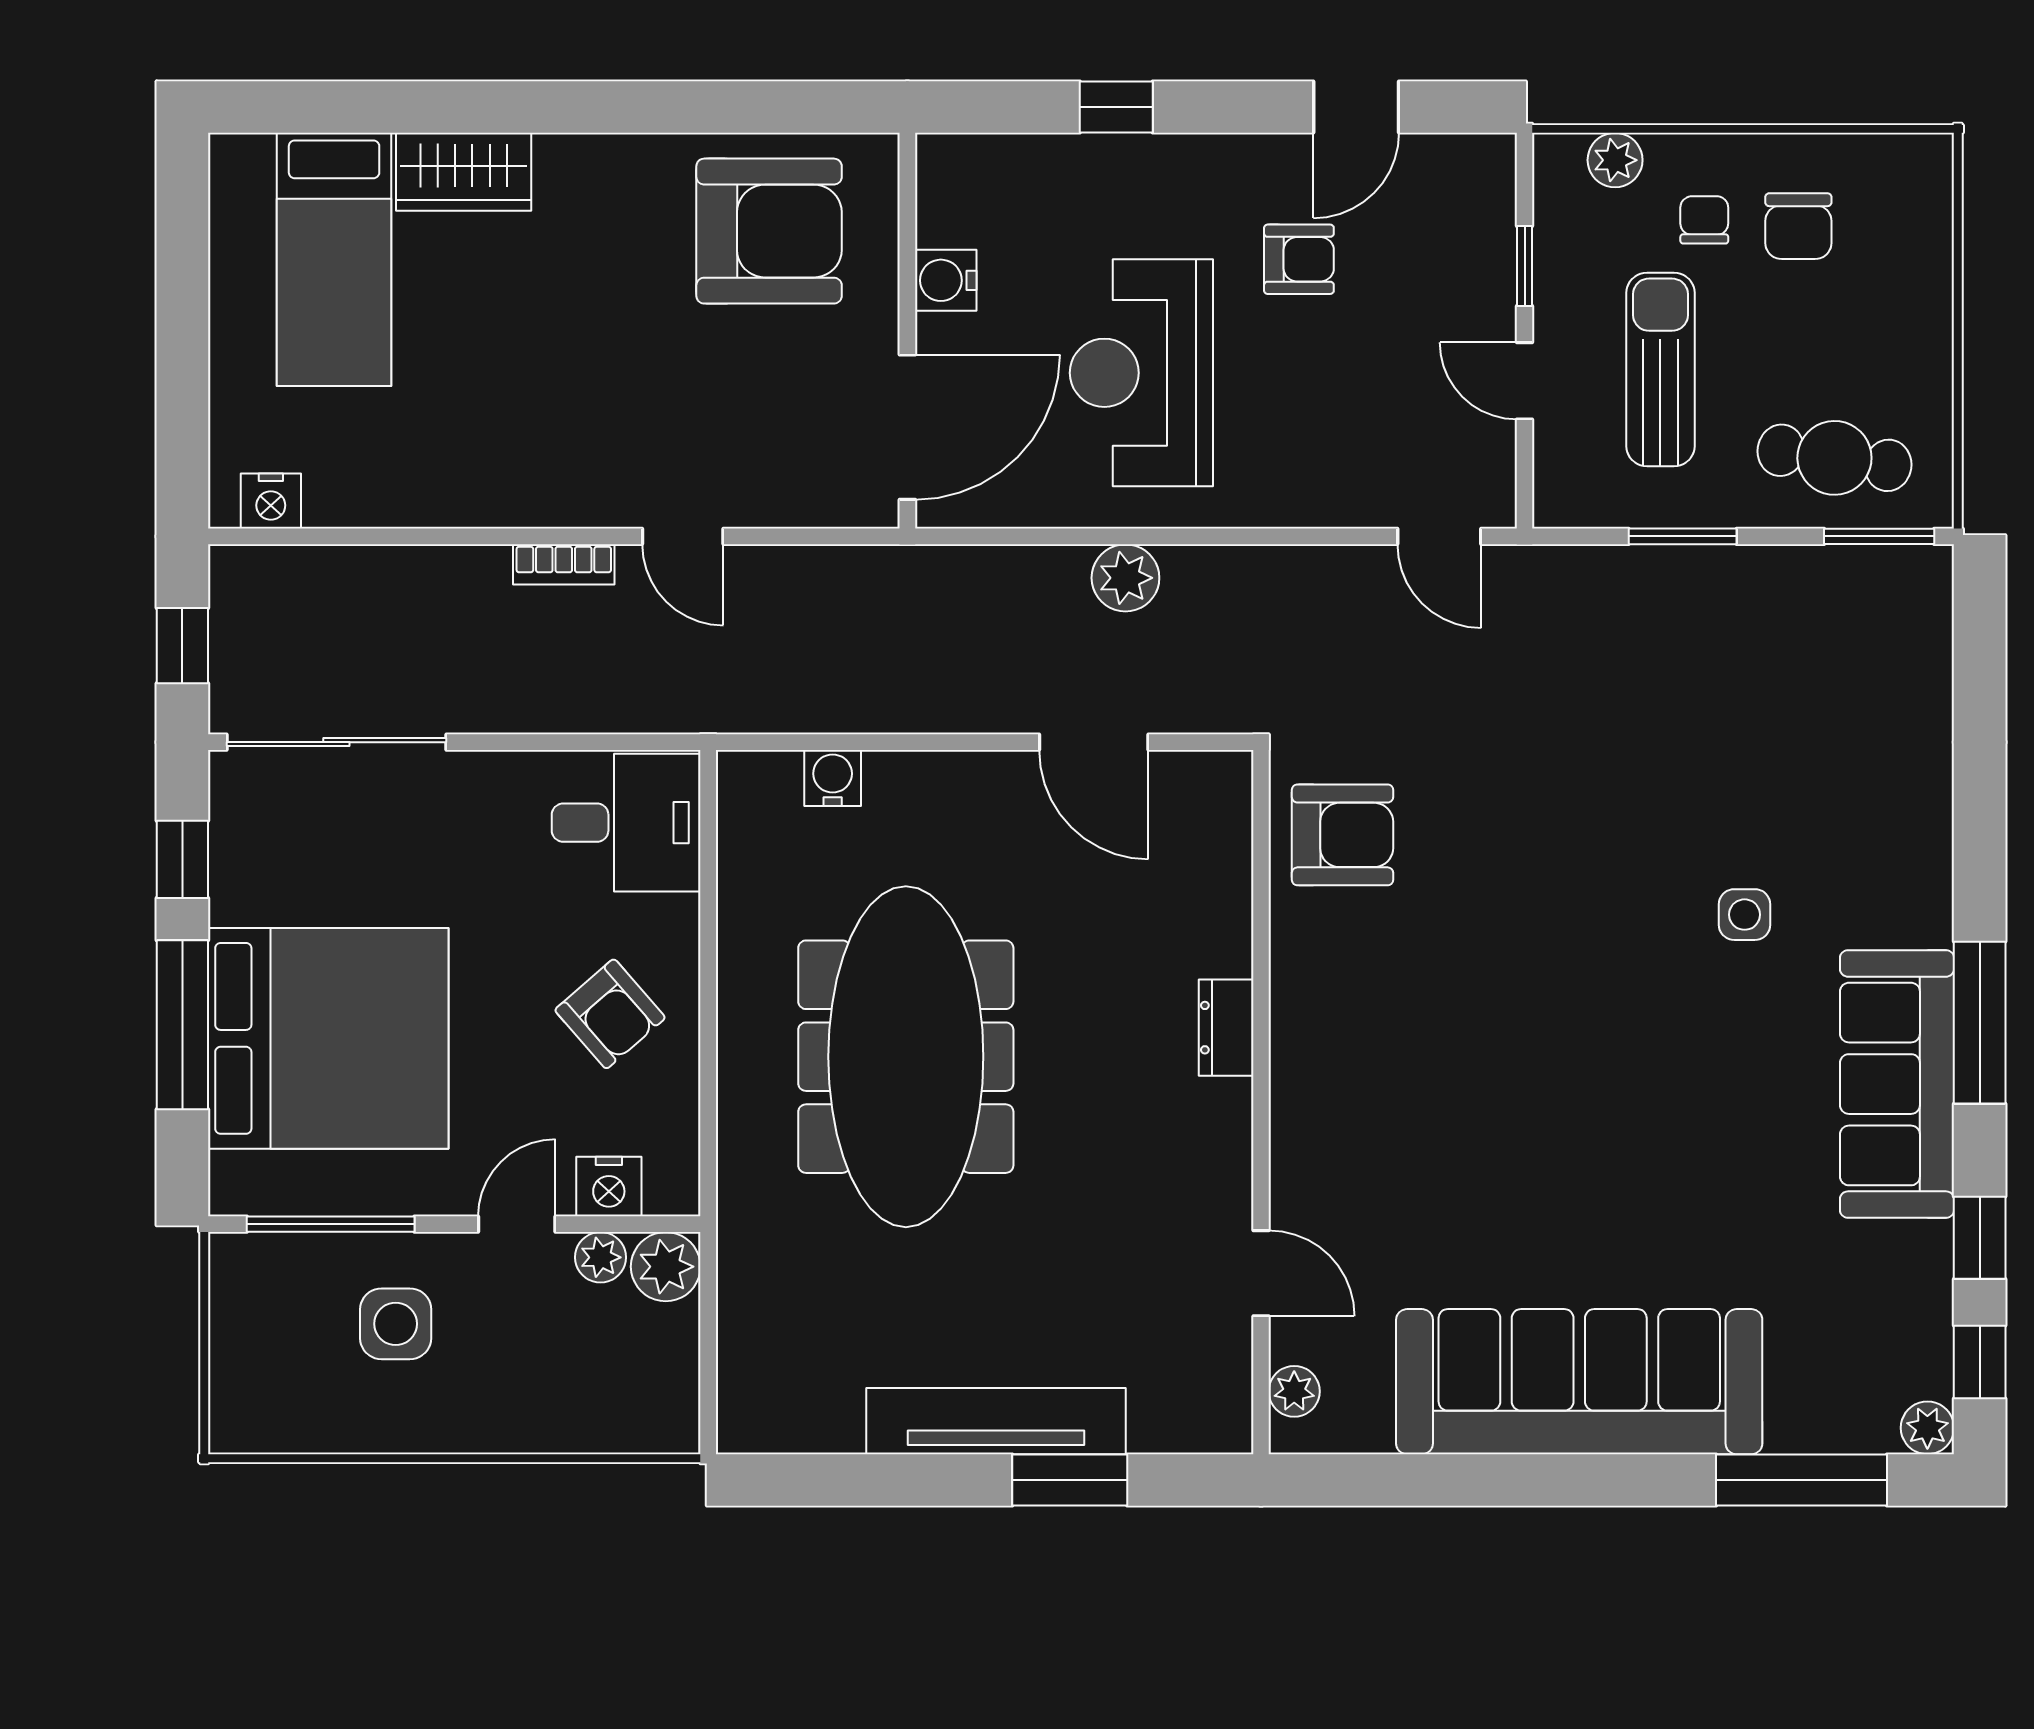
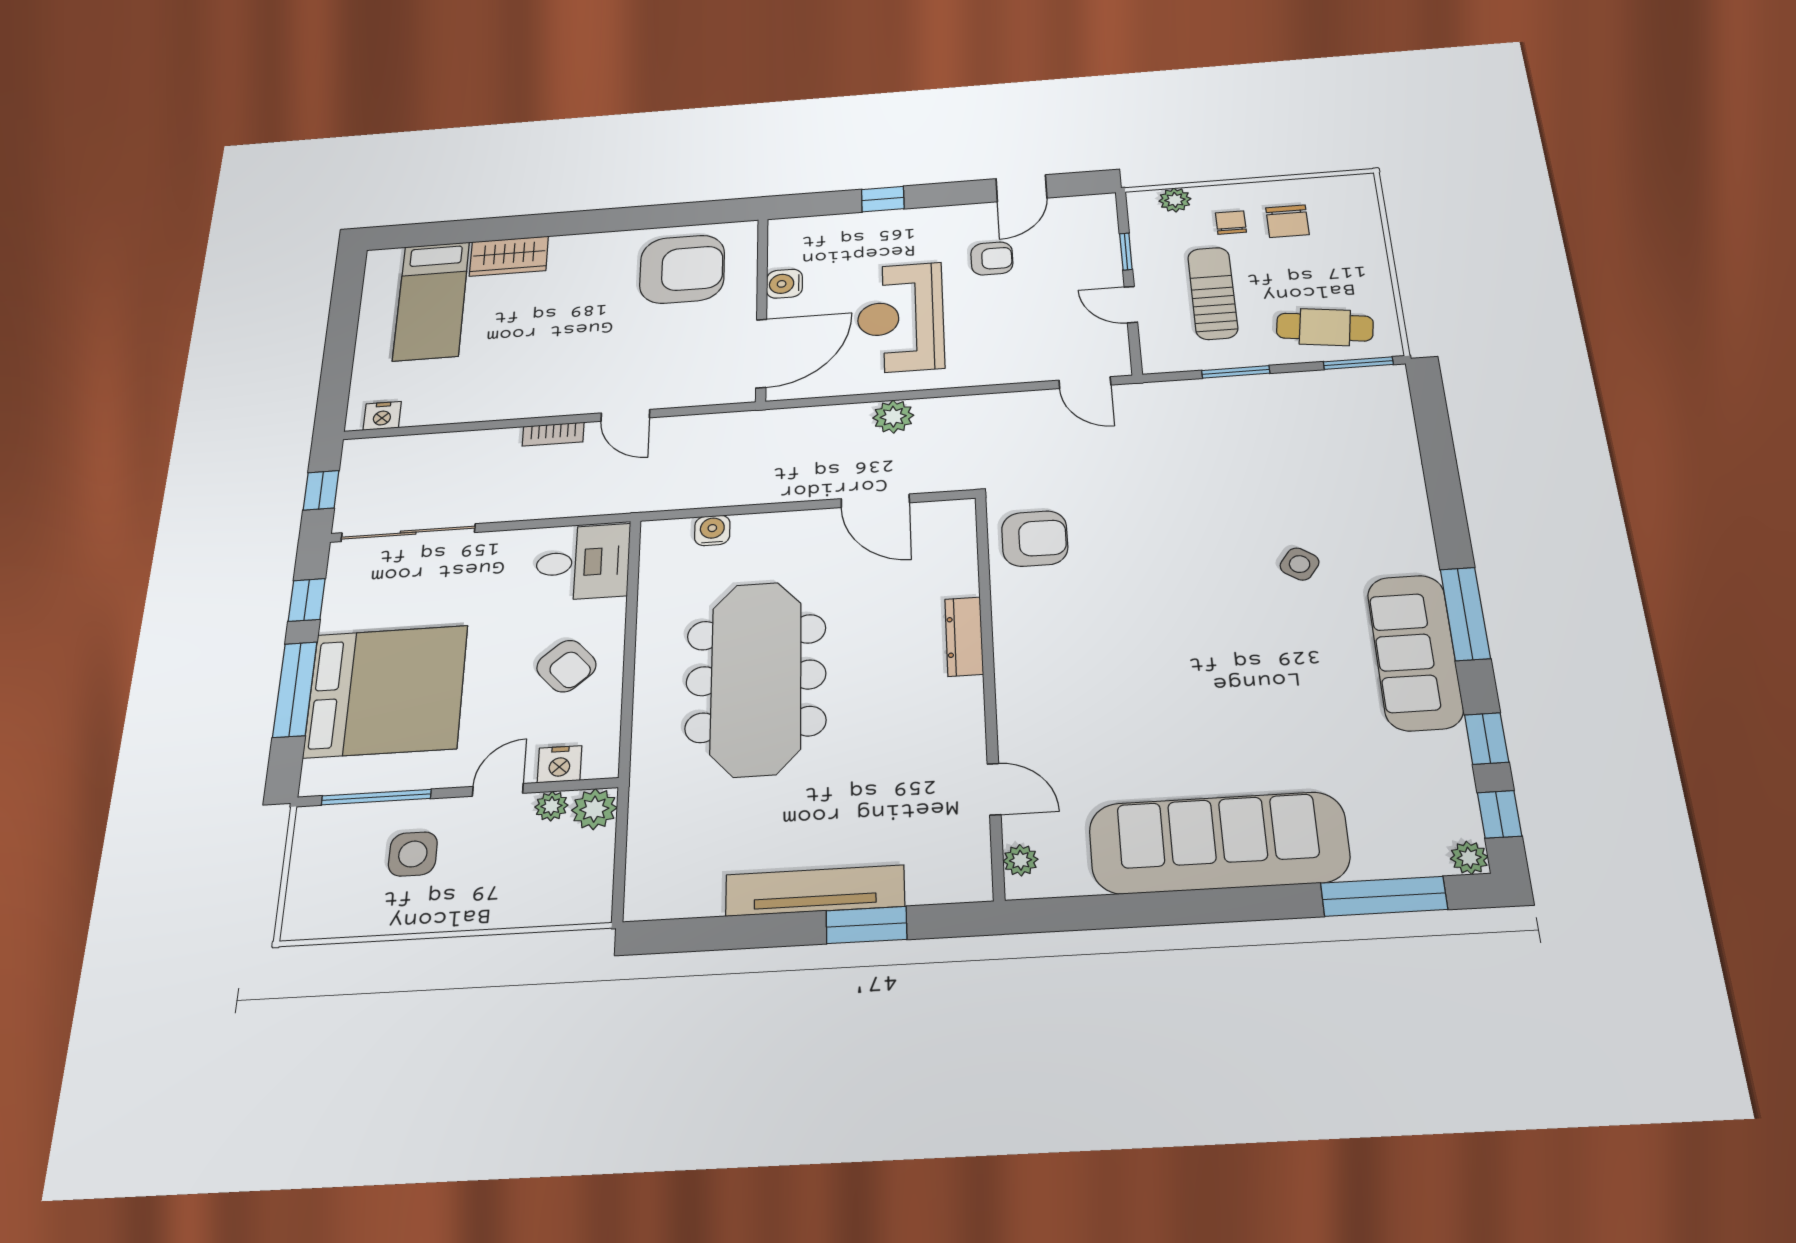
side table: (1745, 915) -> (1300, 564), turned 35
dresser: (1226, 1028) -> (964, 637), width x1.44

